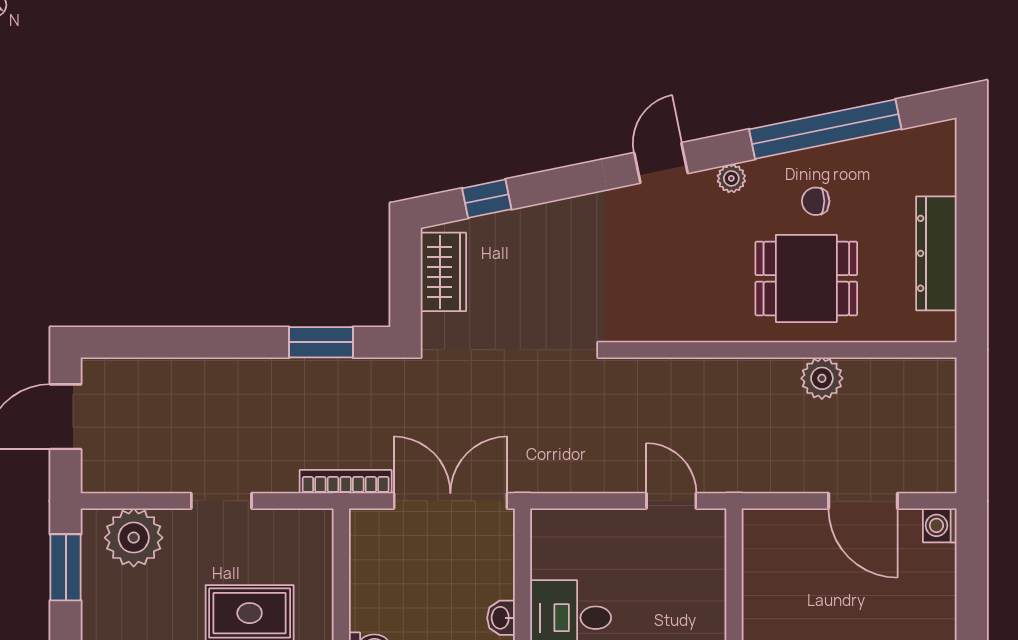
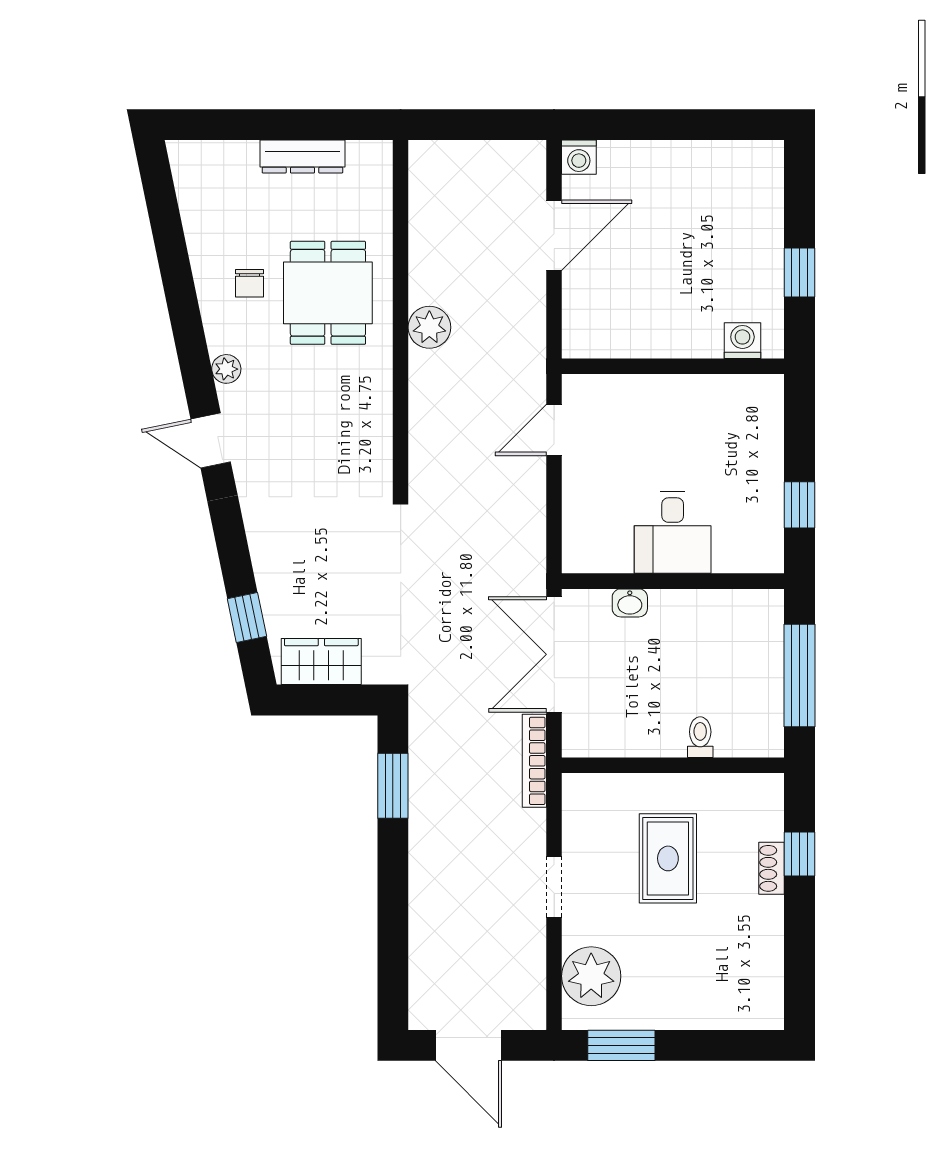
window: (825, 129) -> (176, 274), removed
dresser: (936, 253) -> (302, 157), width x0.73, depth x0.80
plant: (822, 378) -> (429, 327), moved
washbasin: (501, 618) -> (630, 603), moved

